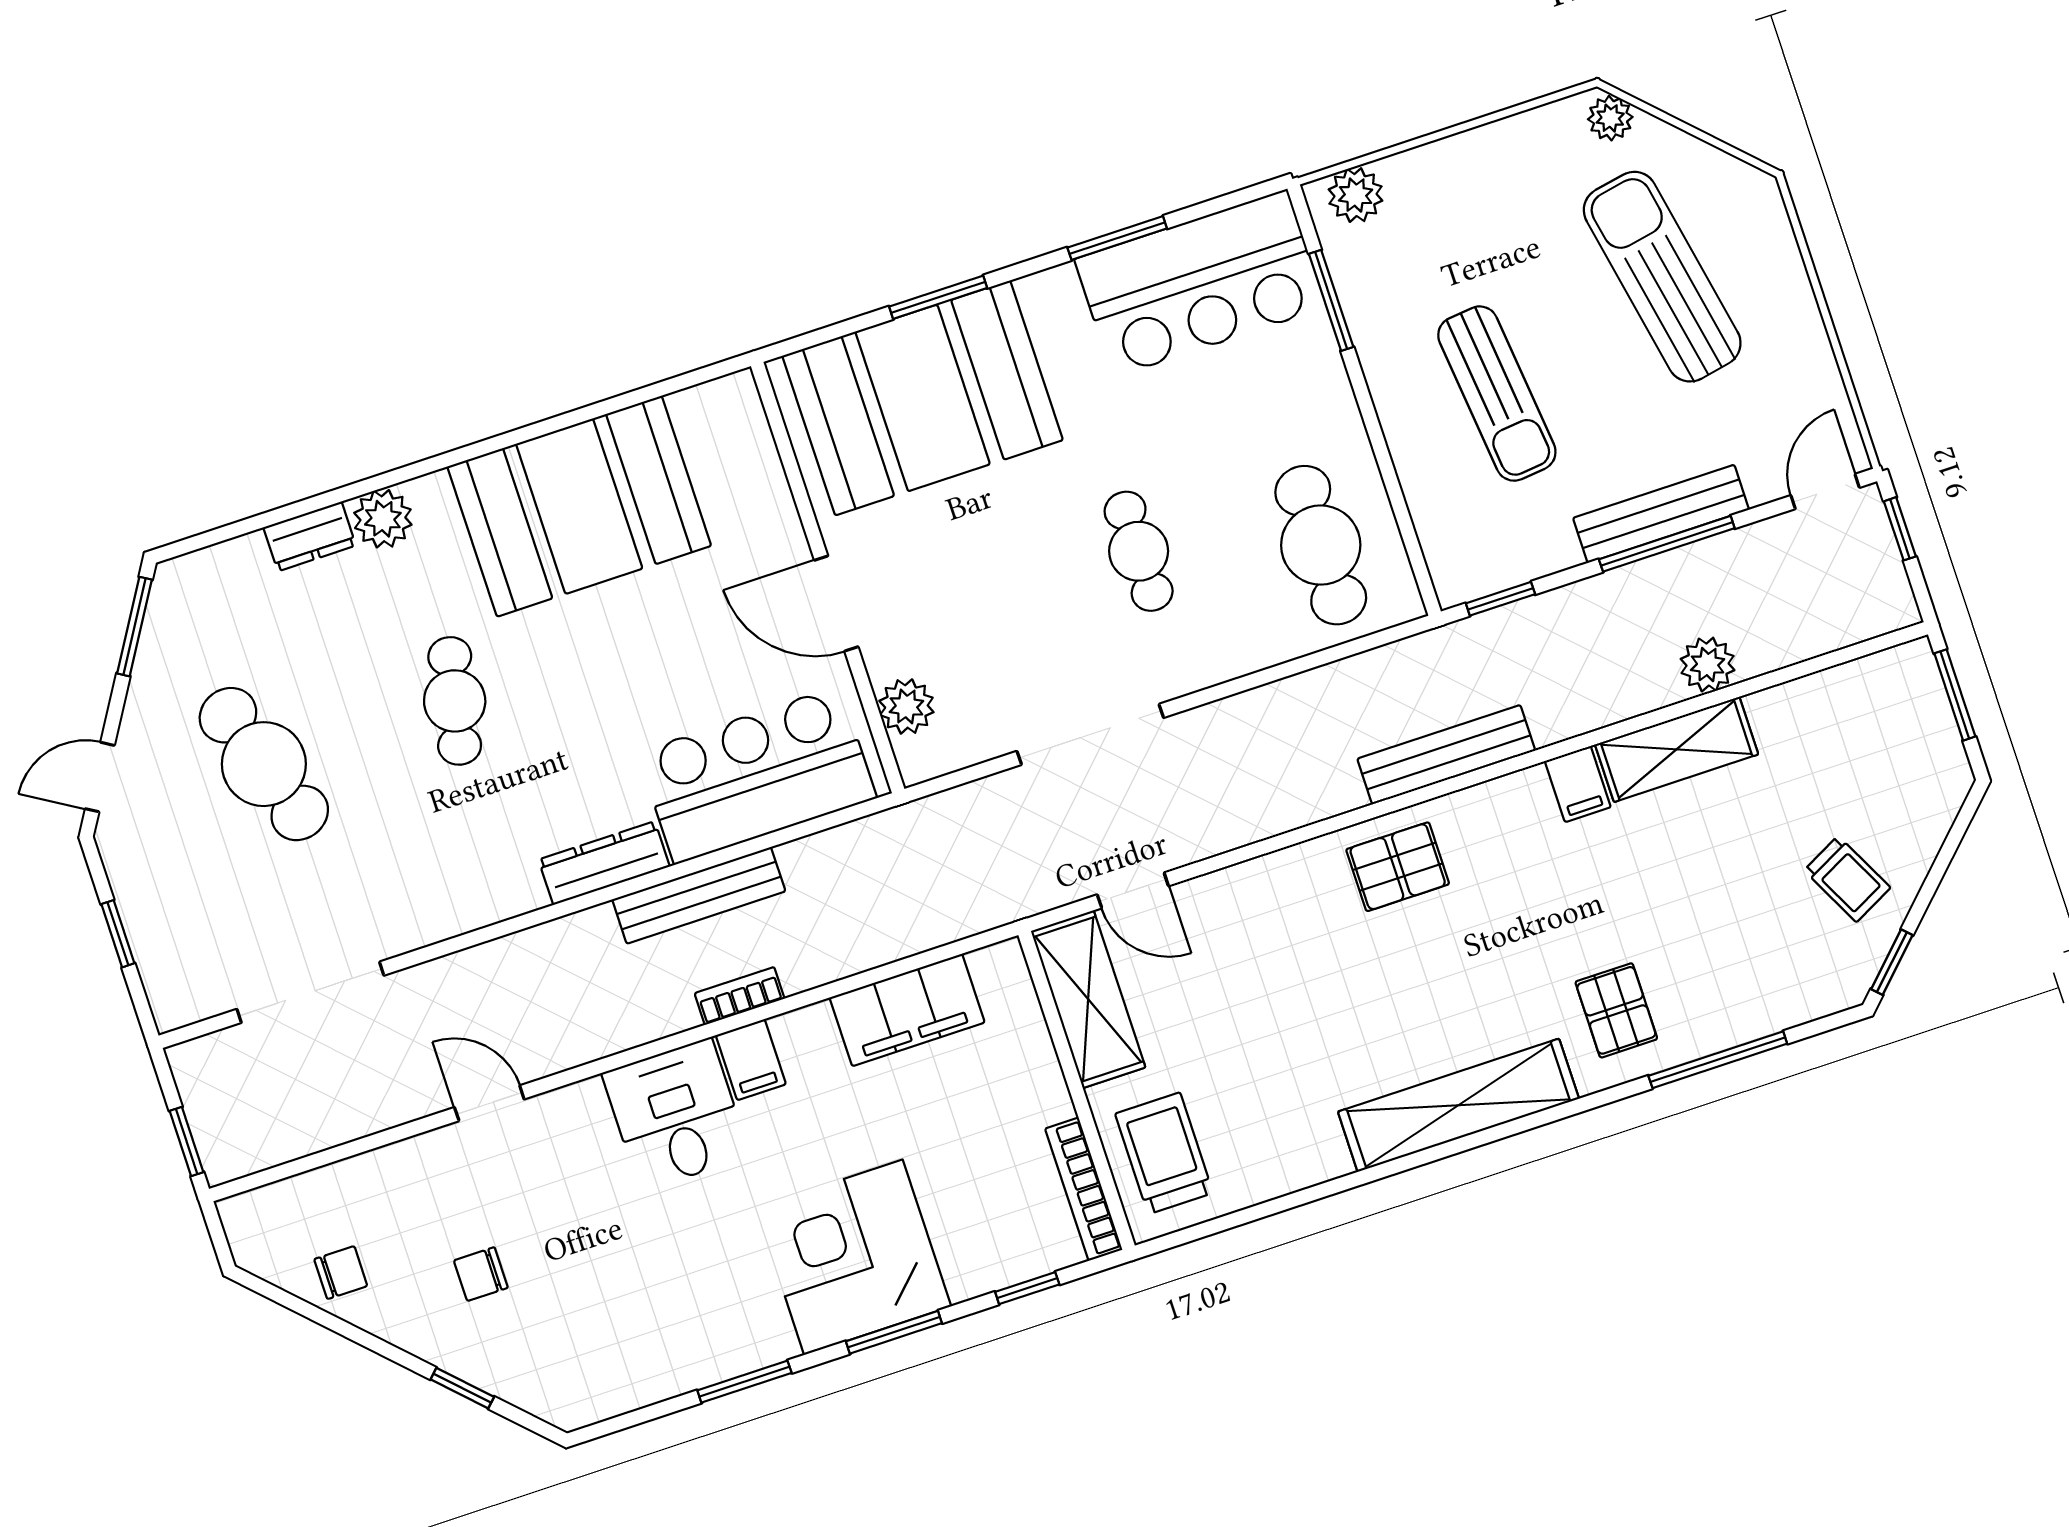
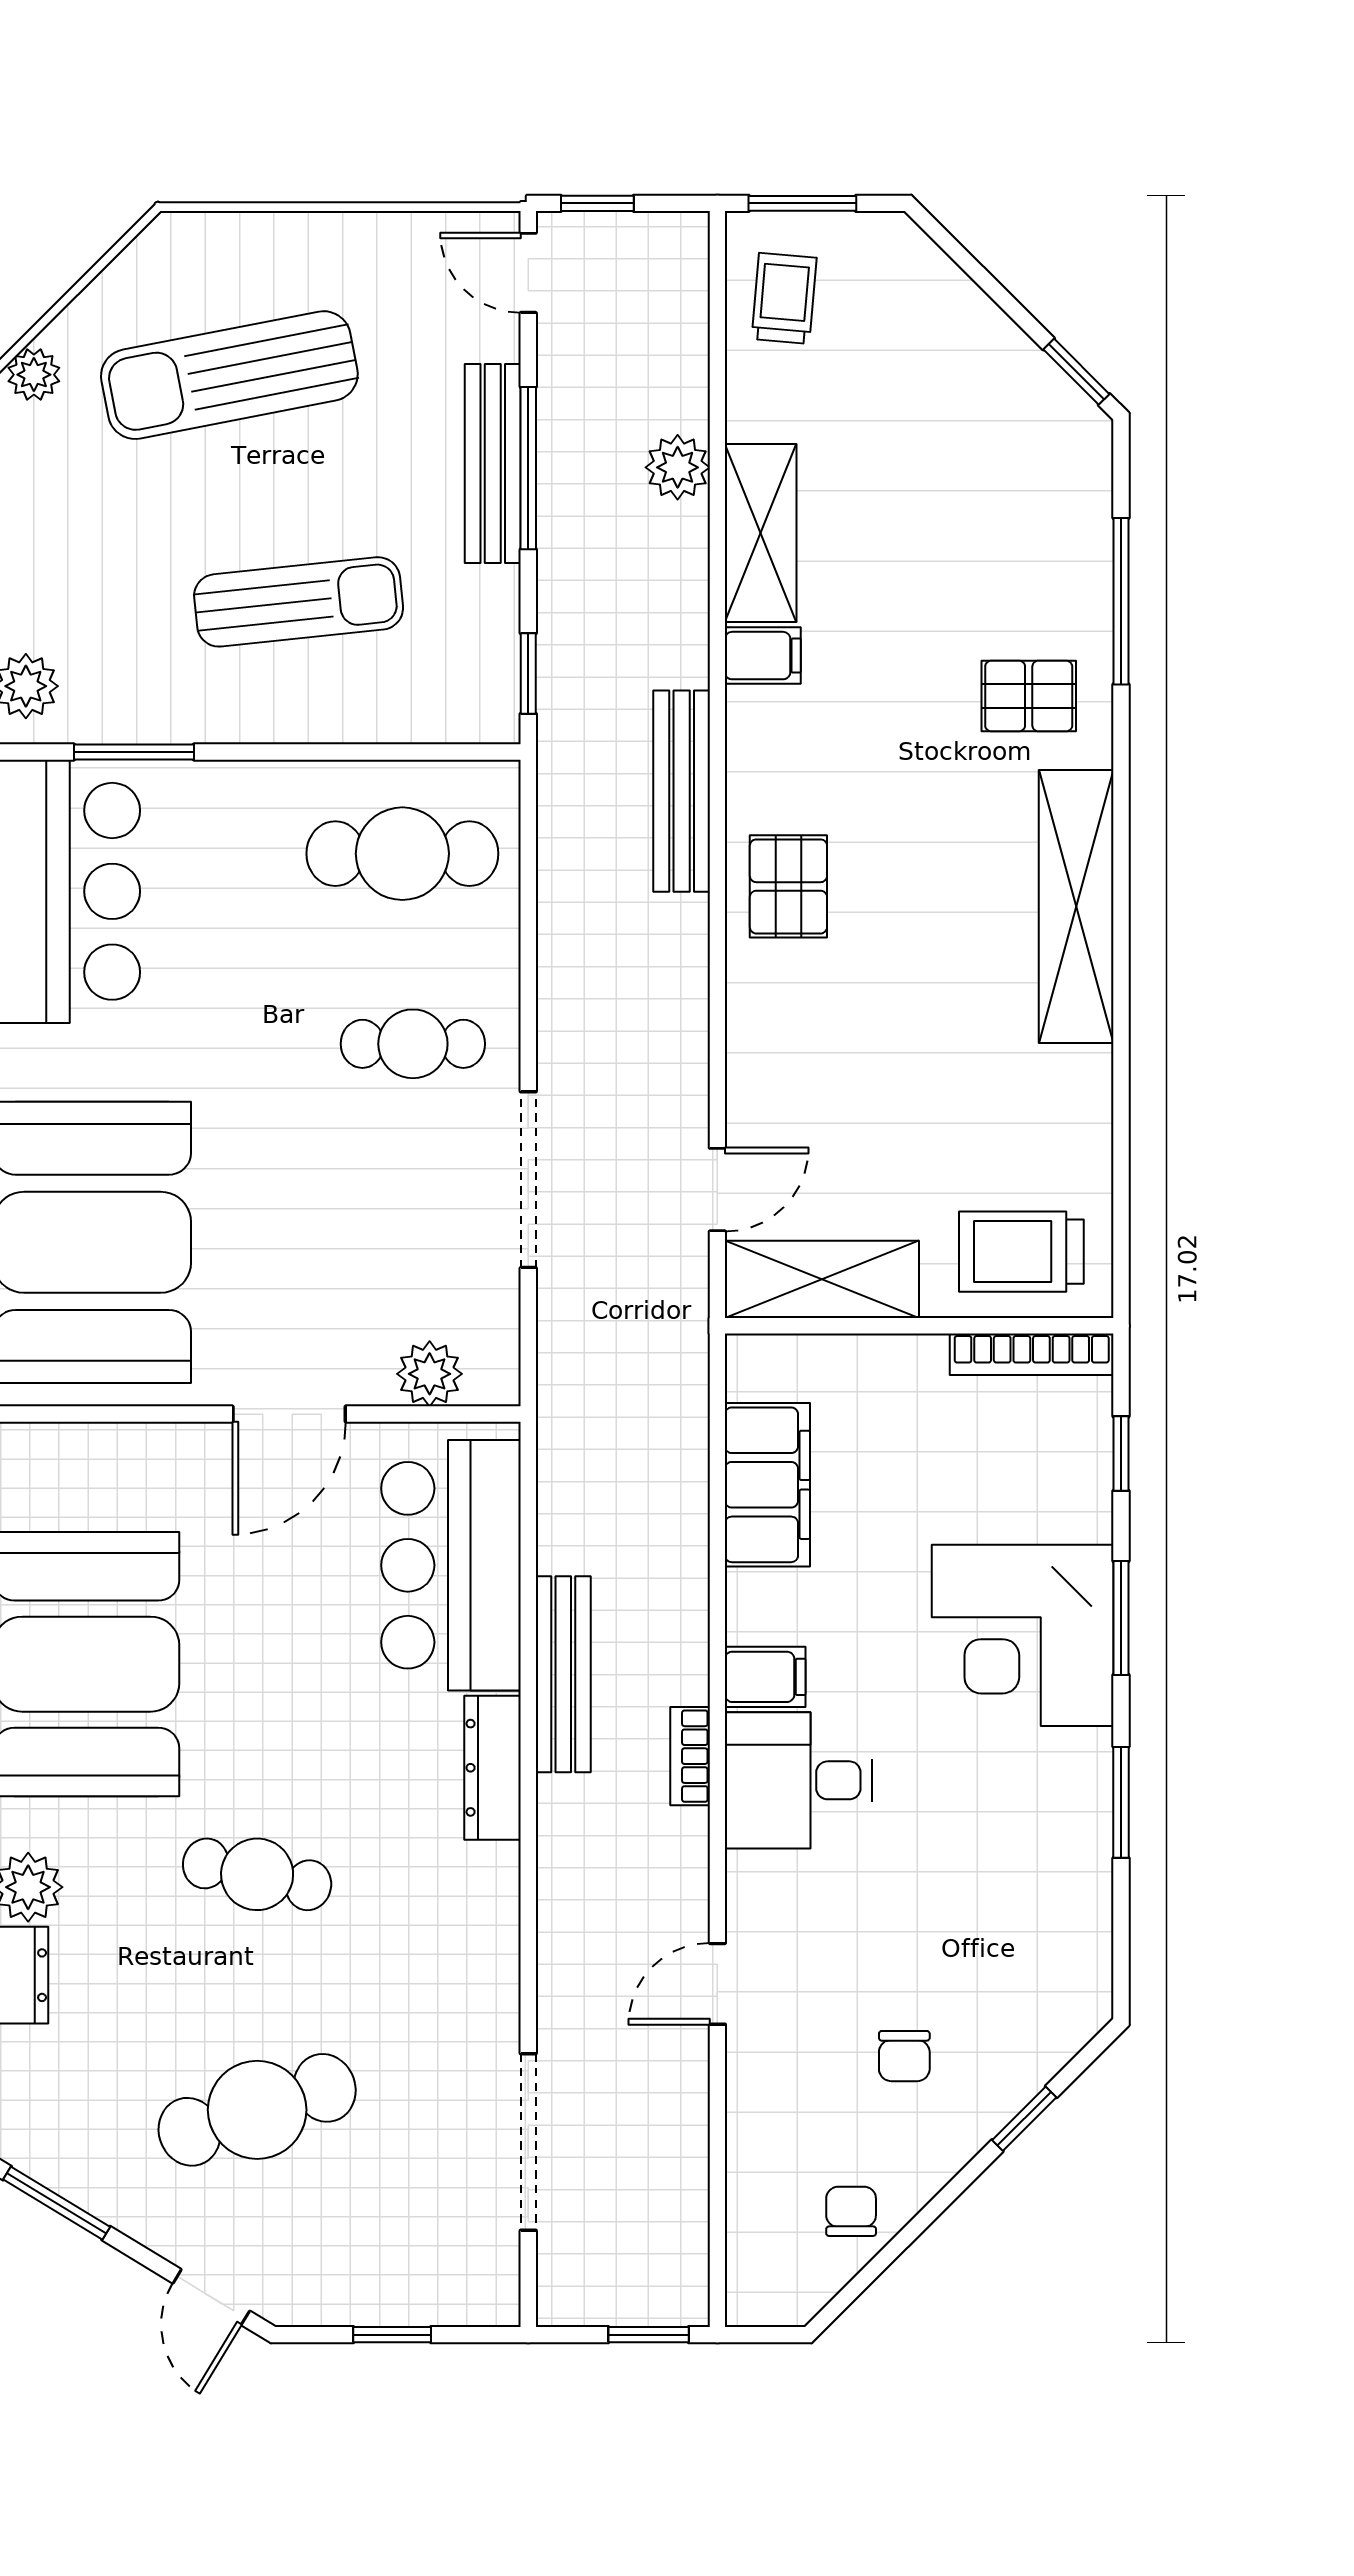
cafe table: (1139, 551) -> (413, 1044), moved
trolley: (1847, 879) -> (784, 298), moved, turned -58
bookcase: (740, 996) -> (690, 1756), moved

